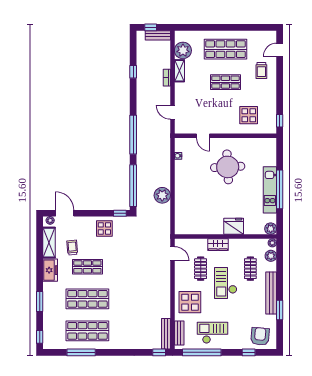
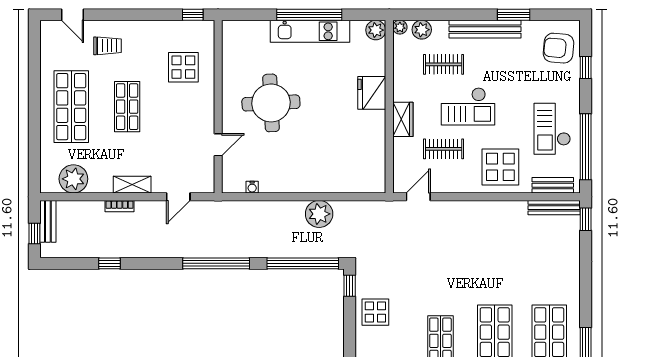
shelving: (179, 71) -> (132, 185), moved

